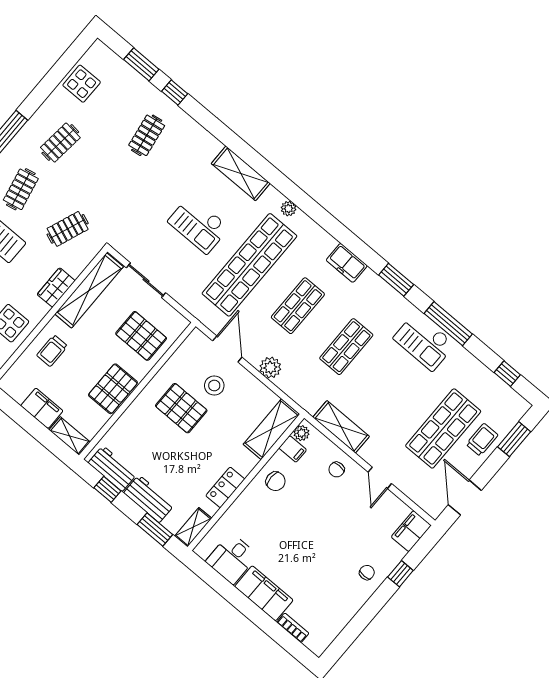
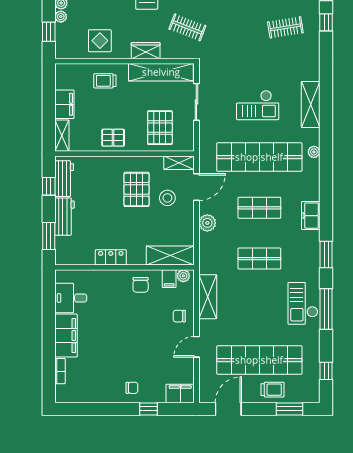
checkout: (199, 225) -> (258, 105), turned -90
pallet: (113, 389) -> (113, 138), width x0.67, depth x0.71
shop shelf: (443, 428) -> (259, 360), width x1.40
shelving: (193, 527) -> (179, 163), moved

